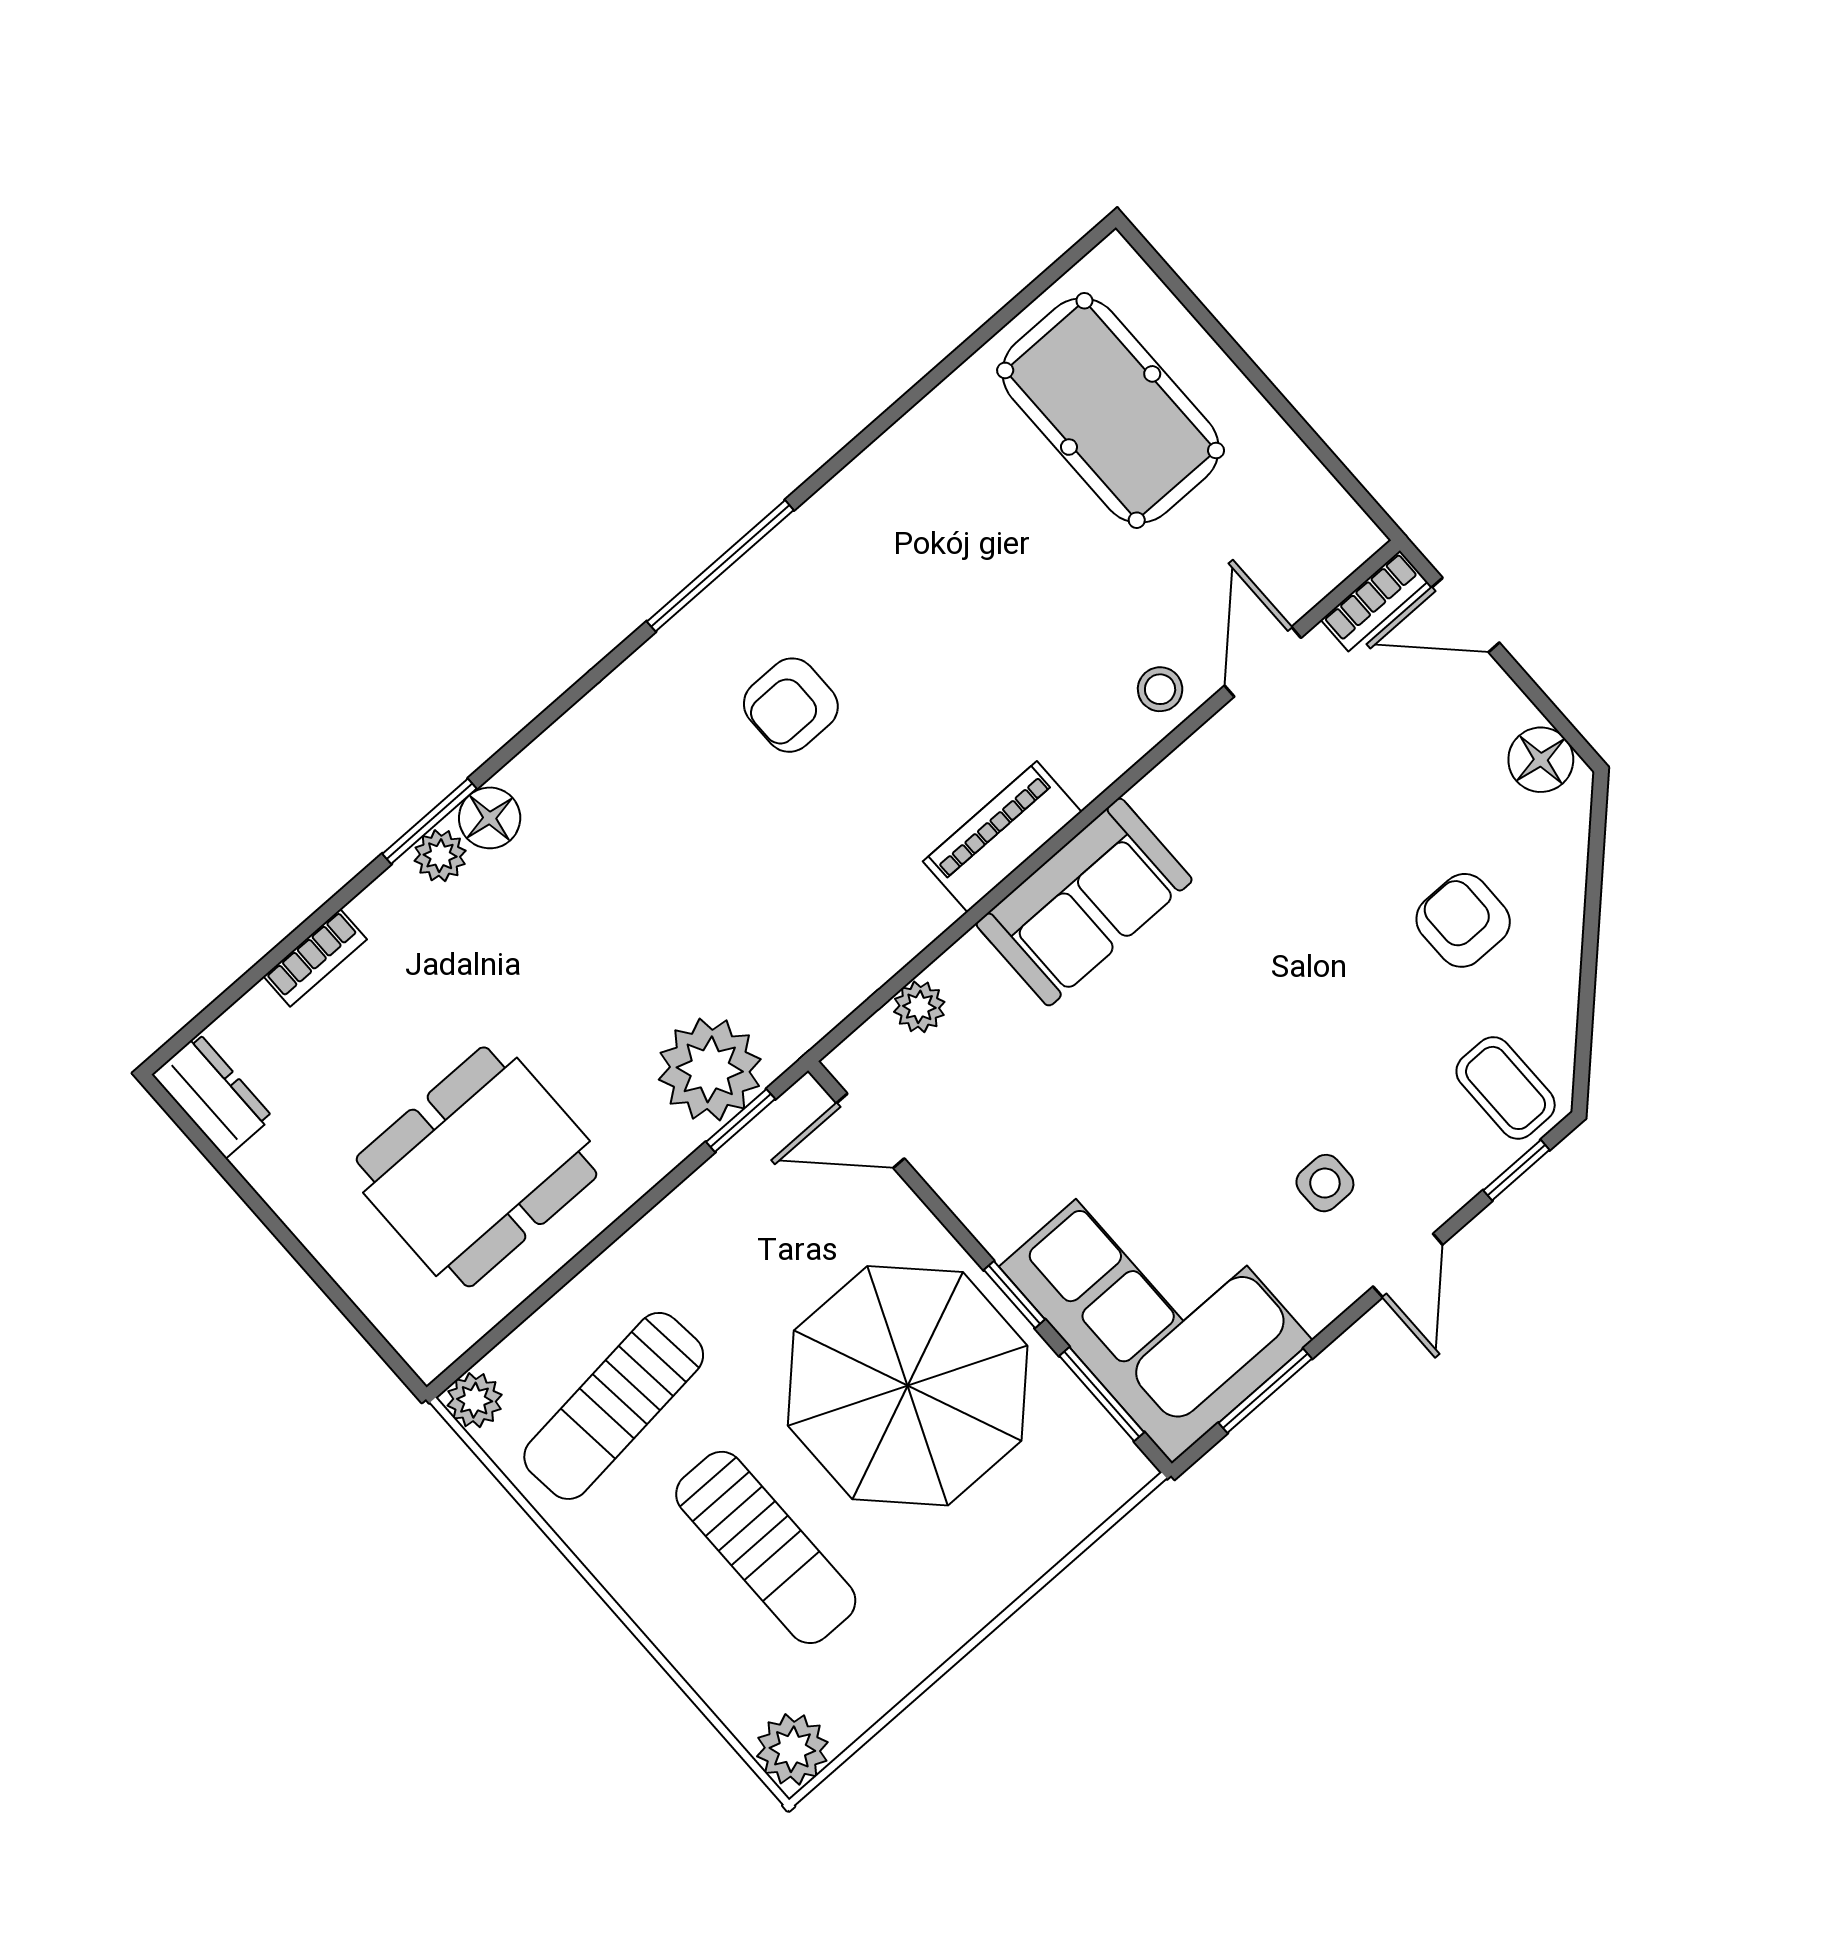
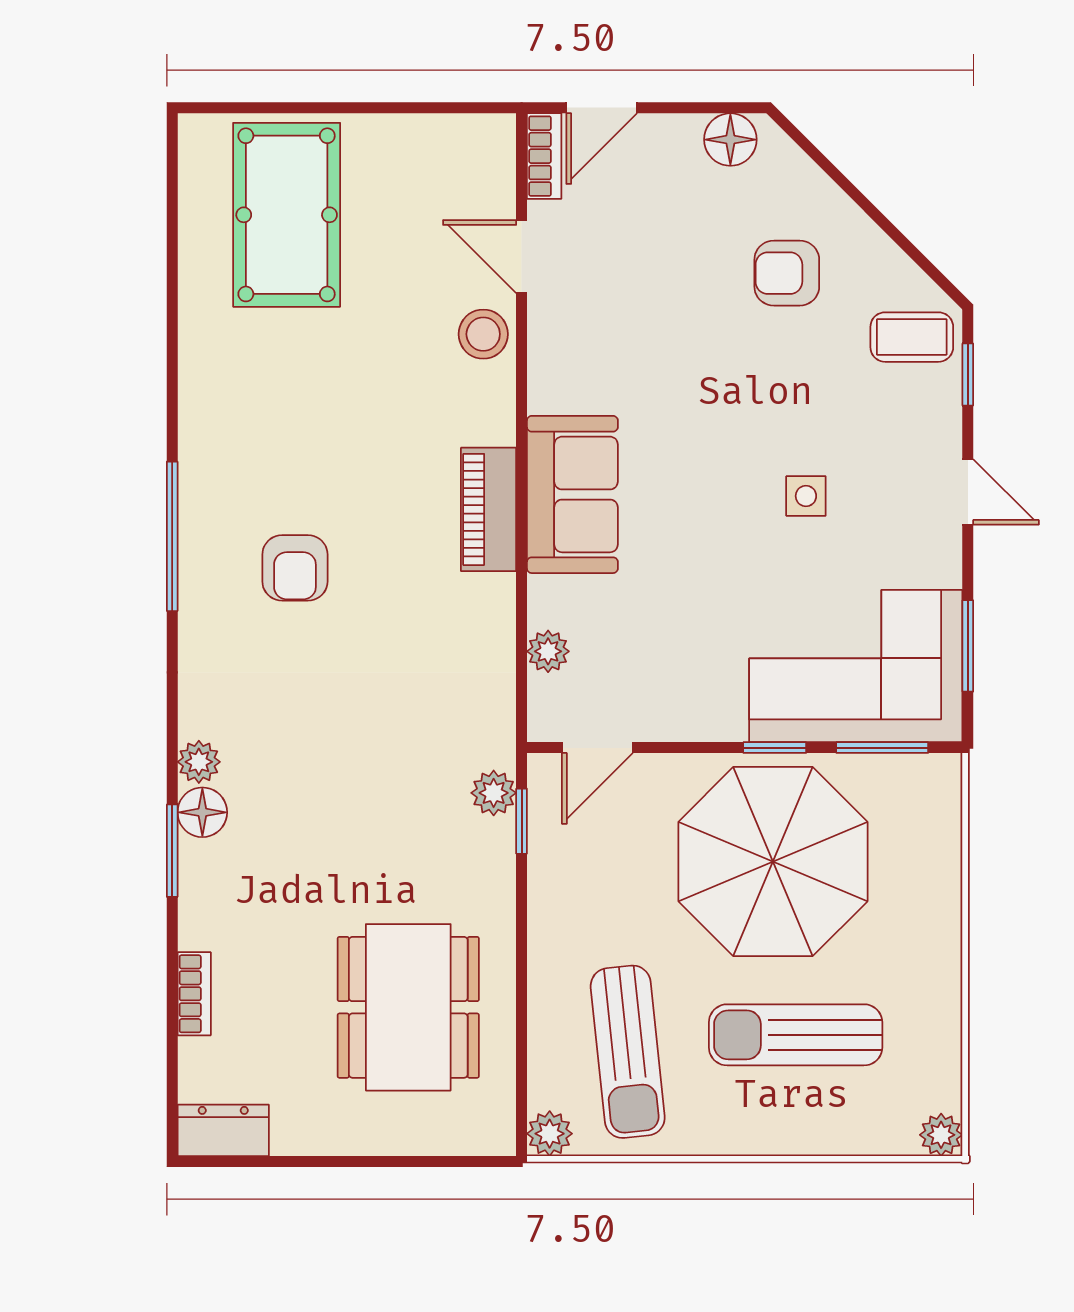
pool table: (1111, 410) -> (287, 215), turned 90
stool: (1160, 689) -> (483, 334), width x1.37, depth x1.37
plant: (440, 856) -> (199, 762), moved
plant: (710, 1069) -> (494, 793), width x0.53, depth x0.53
side table: (1325, 1183) -> (806, 496), moved
sun lounger: (766, 1547) -> (796, 1035), turned 180
plant: (792, 1749) -> (941, 1135), width x0.73, depth x0.73

